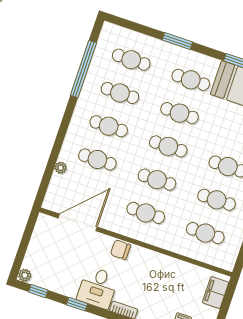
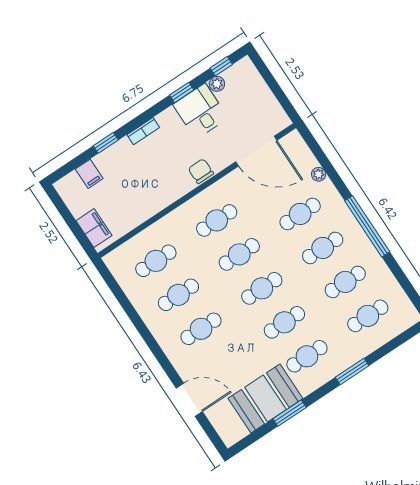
window: (83, 69) -> (367, 226), moved
door: (78, 222) -> (256, 151), hinge flipped
chair: (120, 250) -> (201, 171), turned -90
plant: (25, 275) -> (217, 84), moved
desk: (98, 288) -> (200, 111), moved

